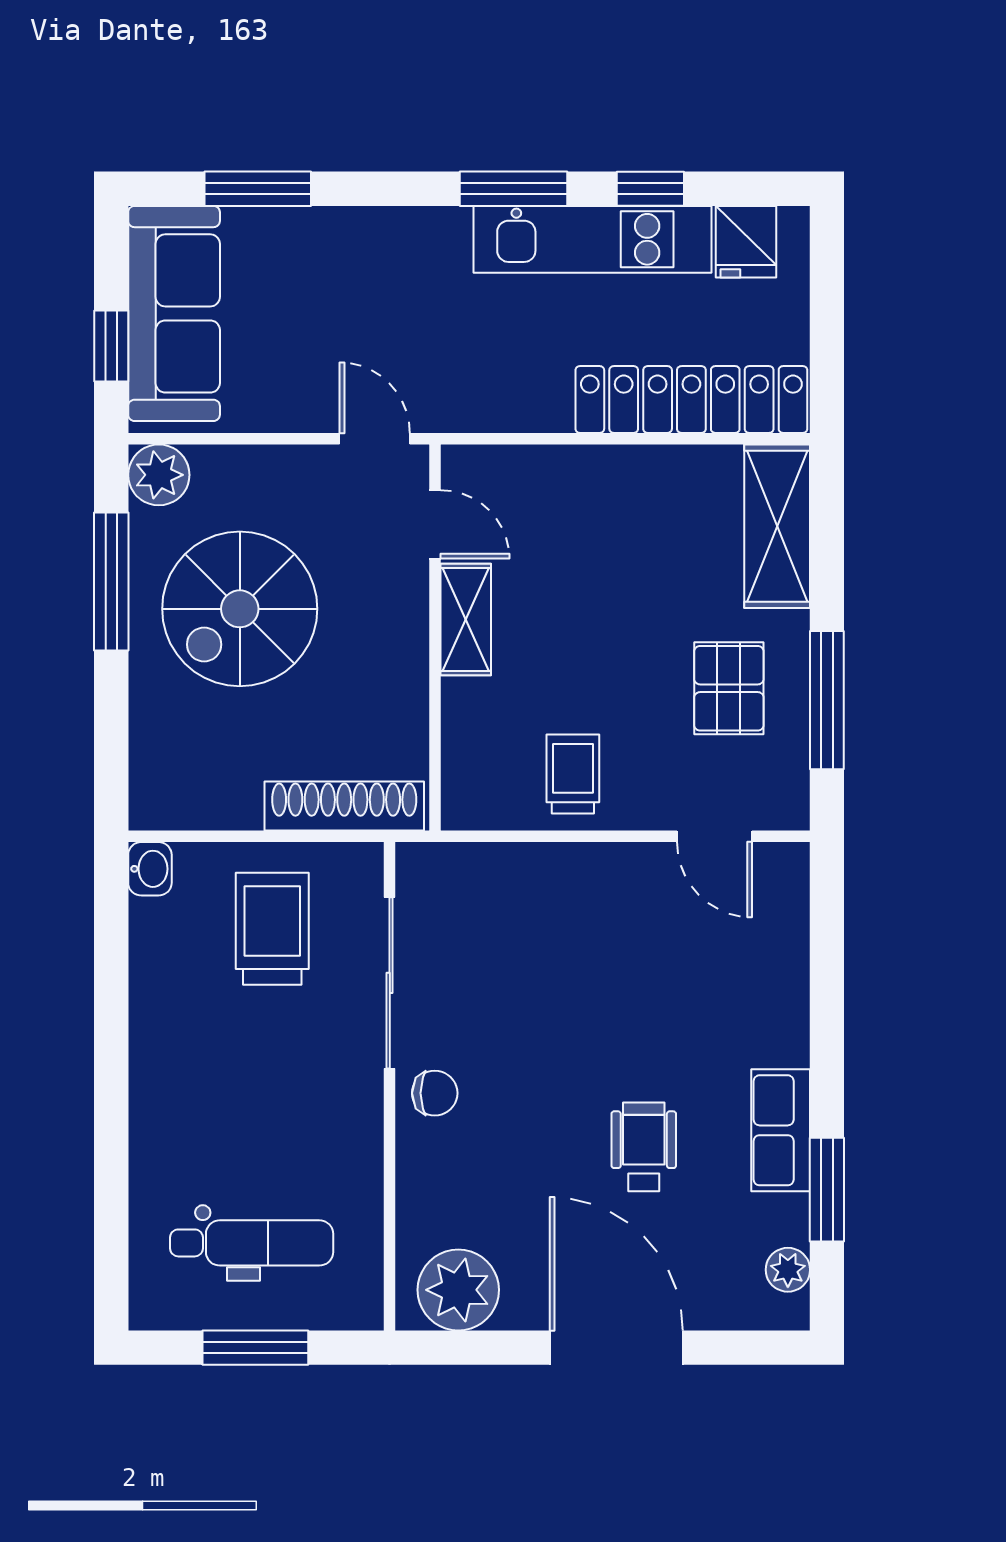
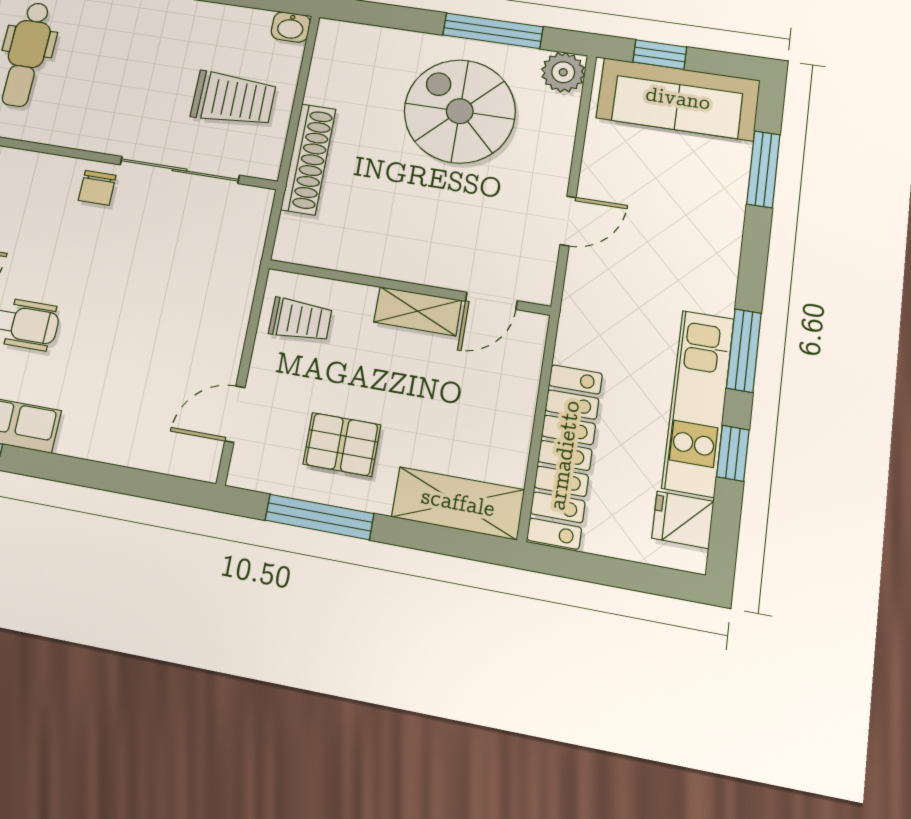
door: (435, 524) -> (491, 301), moved
shelving: (466, 620) -> (418, 311), moved
wall: (435, 638) -> (408, 287), moved

